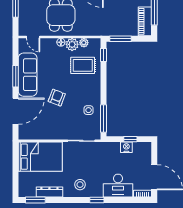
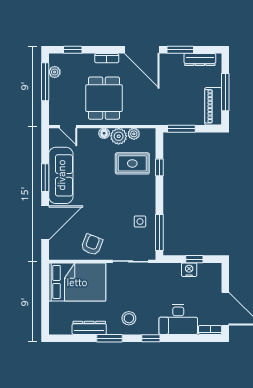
window: (103, 55) -> (159, 167), moved
armchair: (57, 98) -> (92, 245), moved
window: (35, 200) -> (110, 338), moved

